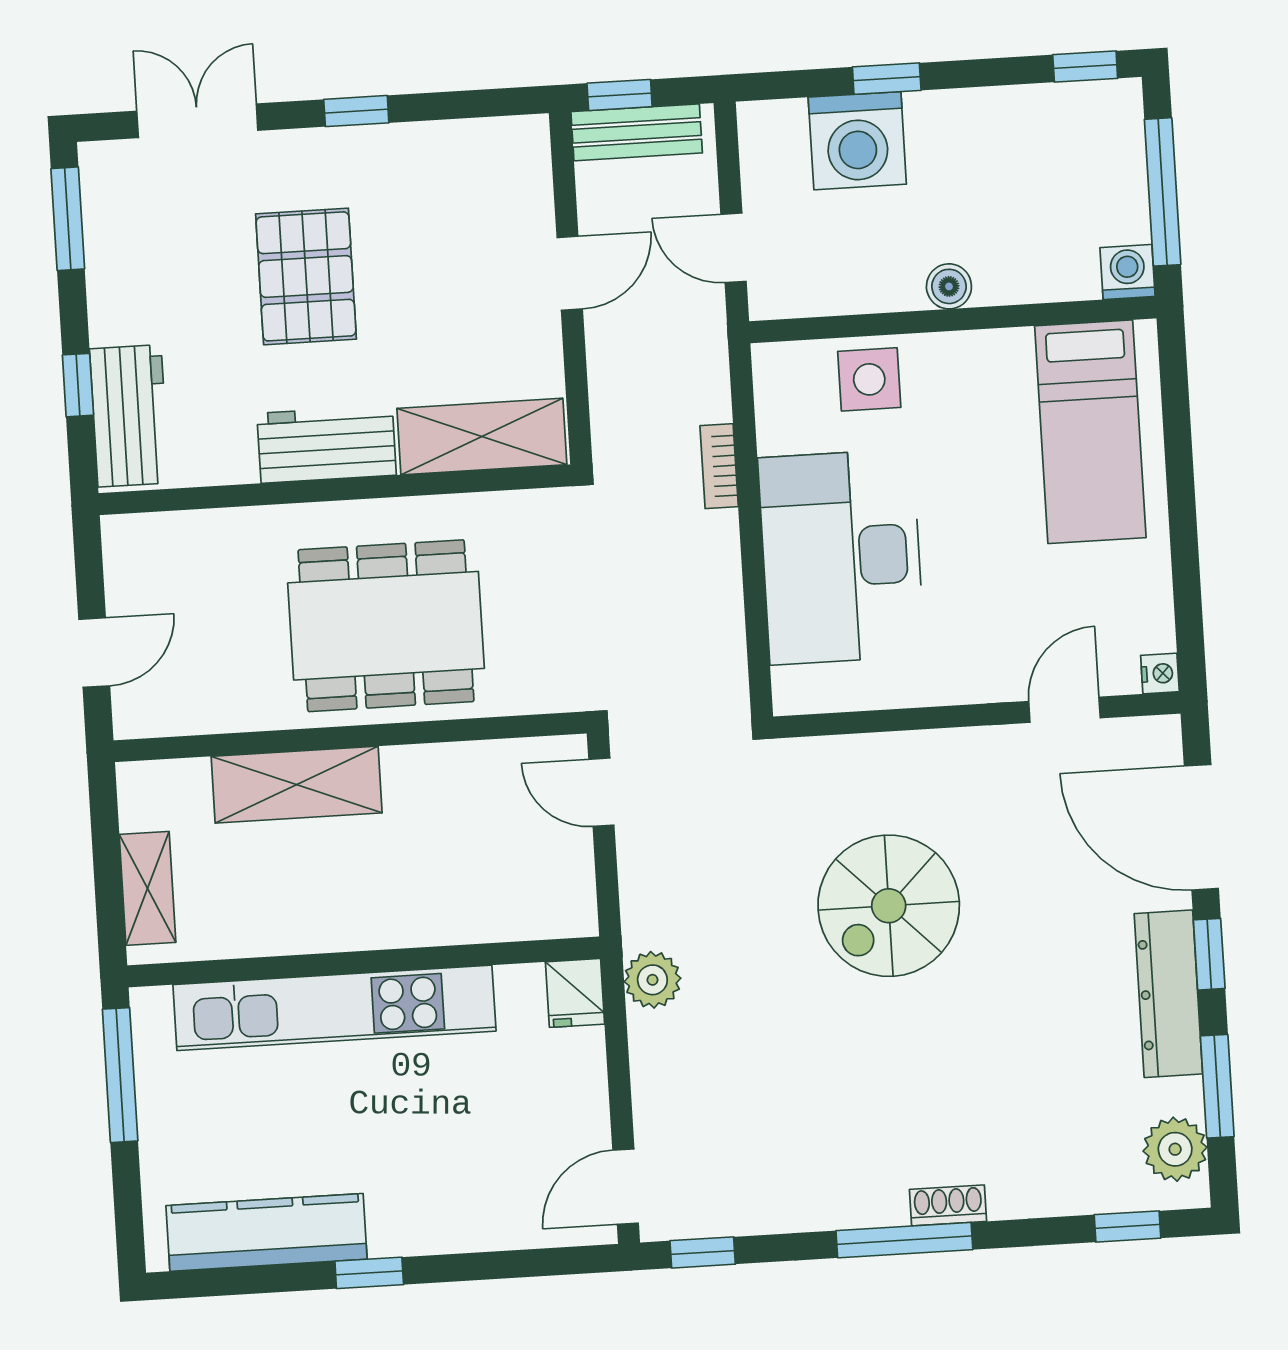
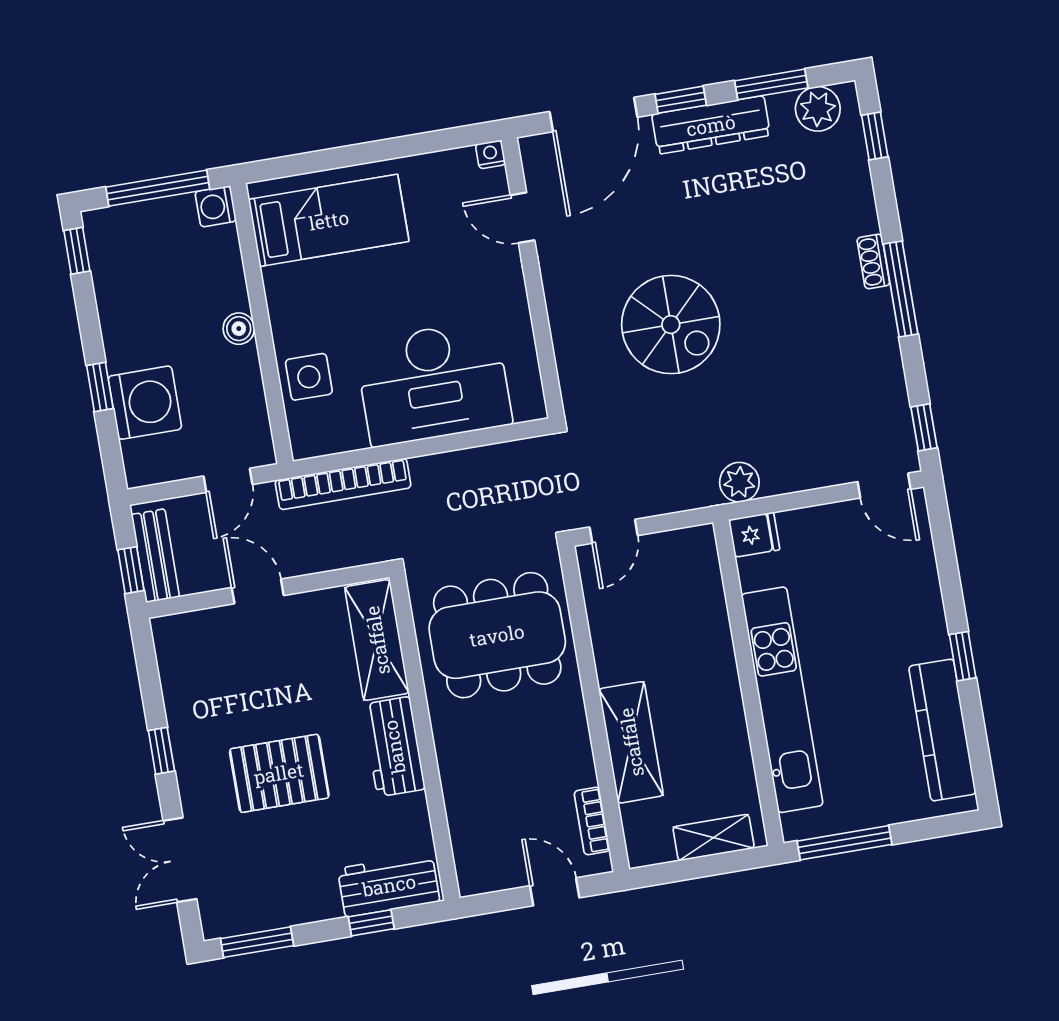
bookcase: (719, 466) -> (343, 484), width x2.31, depth x1.31
dining table: (386, 626) -> (497, 635), moved, turned 90
bookcase: (190, 717) -> (592, 821), added

